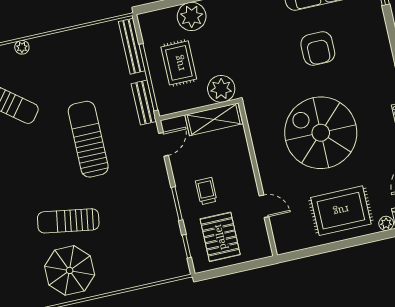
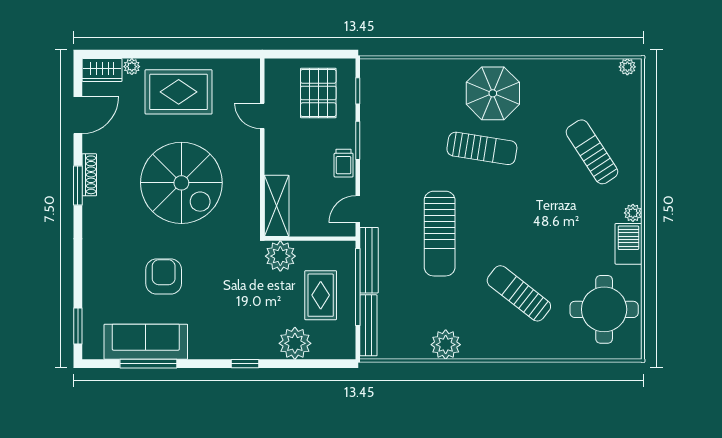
plant: (22, 47) -> (446, 345), moved, width x1.88, depth x1.88
bench: (144, 103) -> (369, 260), width x1.36
shelving: (214, 119) -> (277, 206), moved, turned 90
trolley: (206, 191) -> (344, 163), moved

